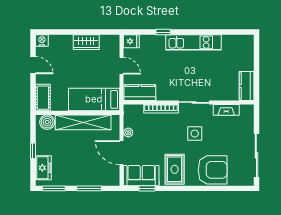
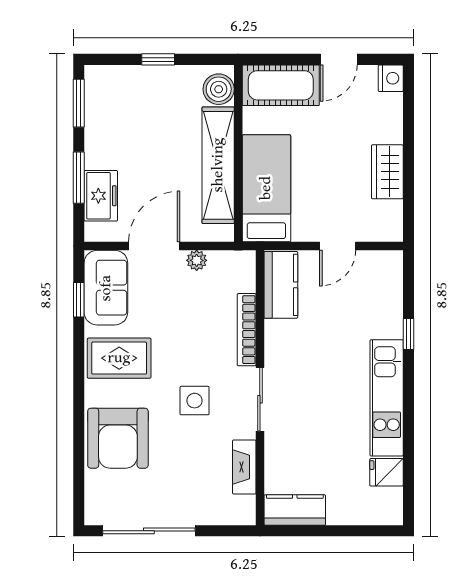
fridge: (131, 41) -> (386, 472), moved, turned 90
cot: (43, 98) -> (281, 85), width x1.37, depth x1.34
freezer: (43, 168) -> (101, 196), moved, turned -90

